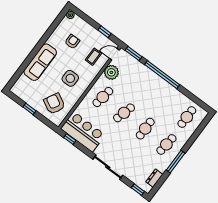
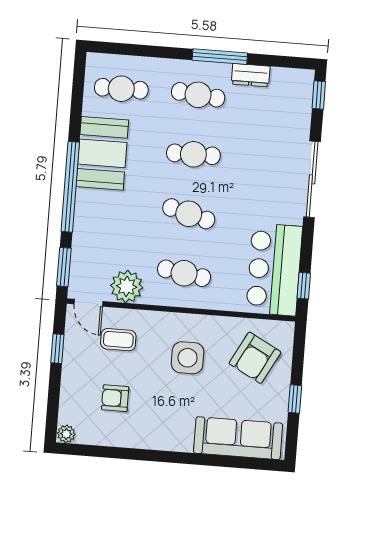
sofa: (40, 62) -> (238, 438), moved
booth: (167, 95) -> (102, 153), added
dresser: (154, 178) -> (251, 75), moved

